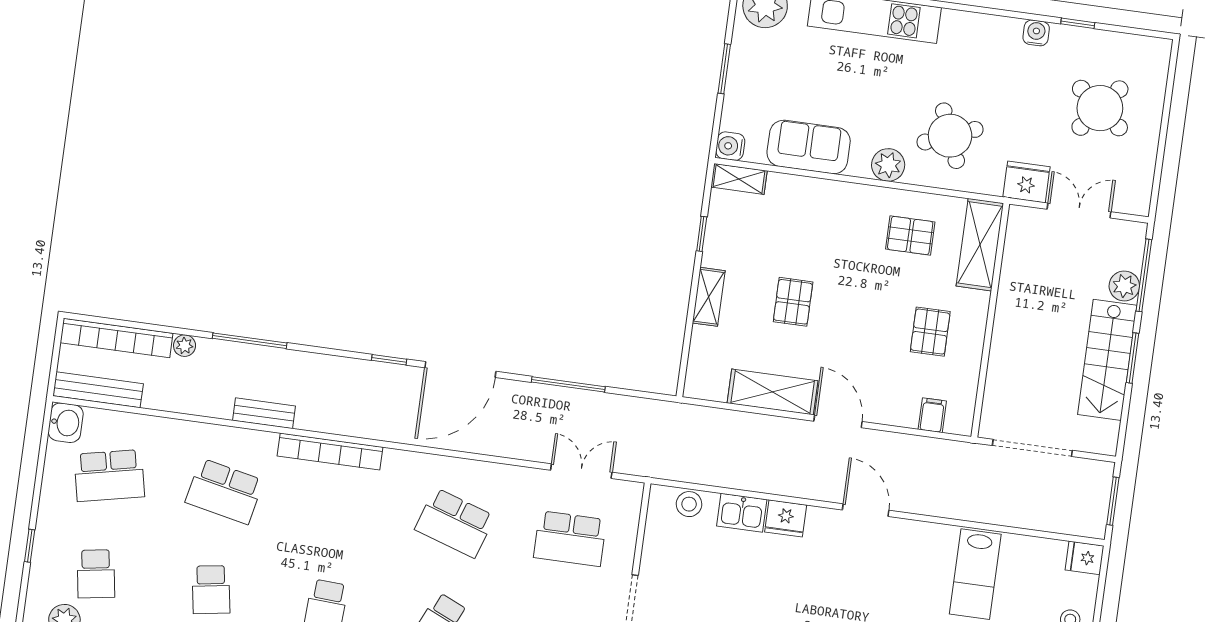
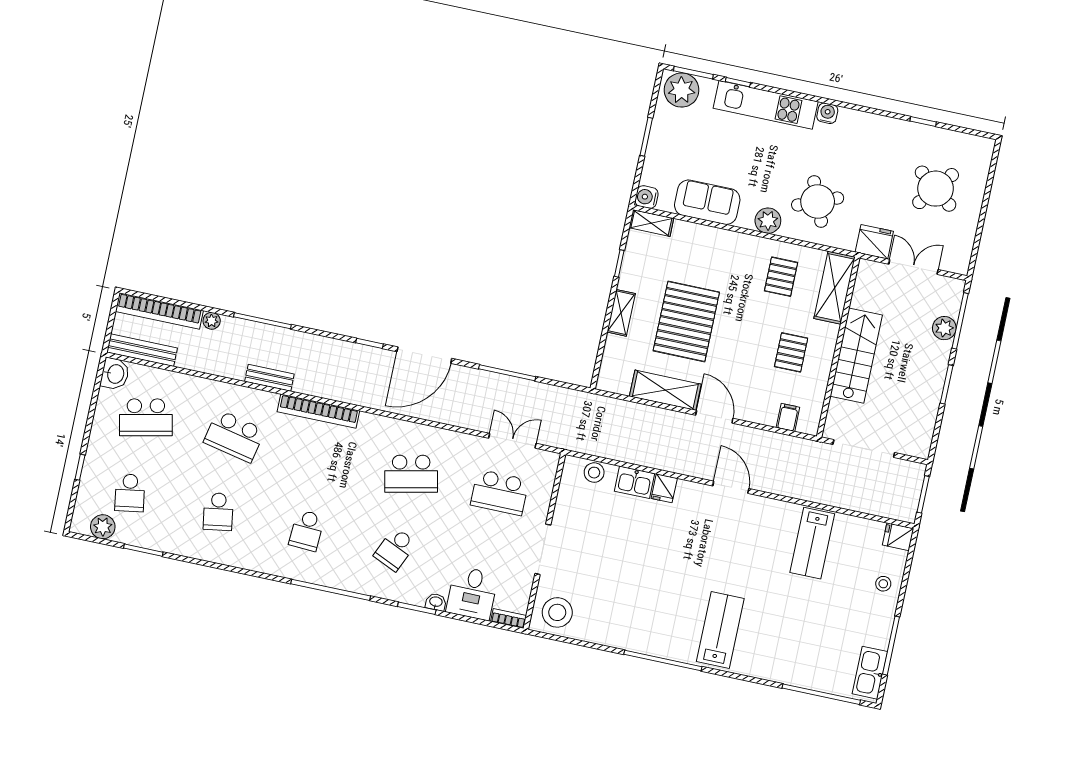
water cooler: (1036, 33) -> (827, 113), moved
pallet: (910, 236) -> (781, 277), turned 90
pallet: (793, 302) -> (686, 321), width x2.05, depth x2.00
stairs: (1107, 360) -> (856, 356), moved, turned 180
fridge: (786, 518) -> (664, 488), width x0.72
school desk: (455, 523) -> (411, 474), turned -30

